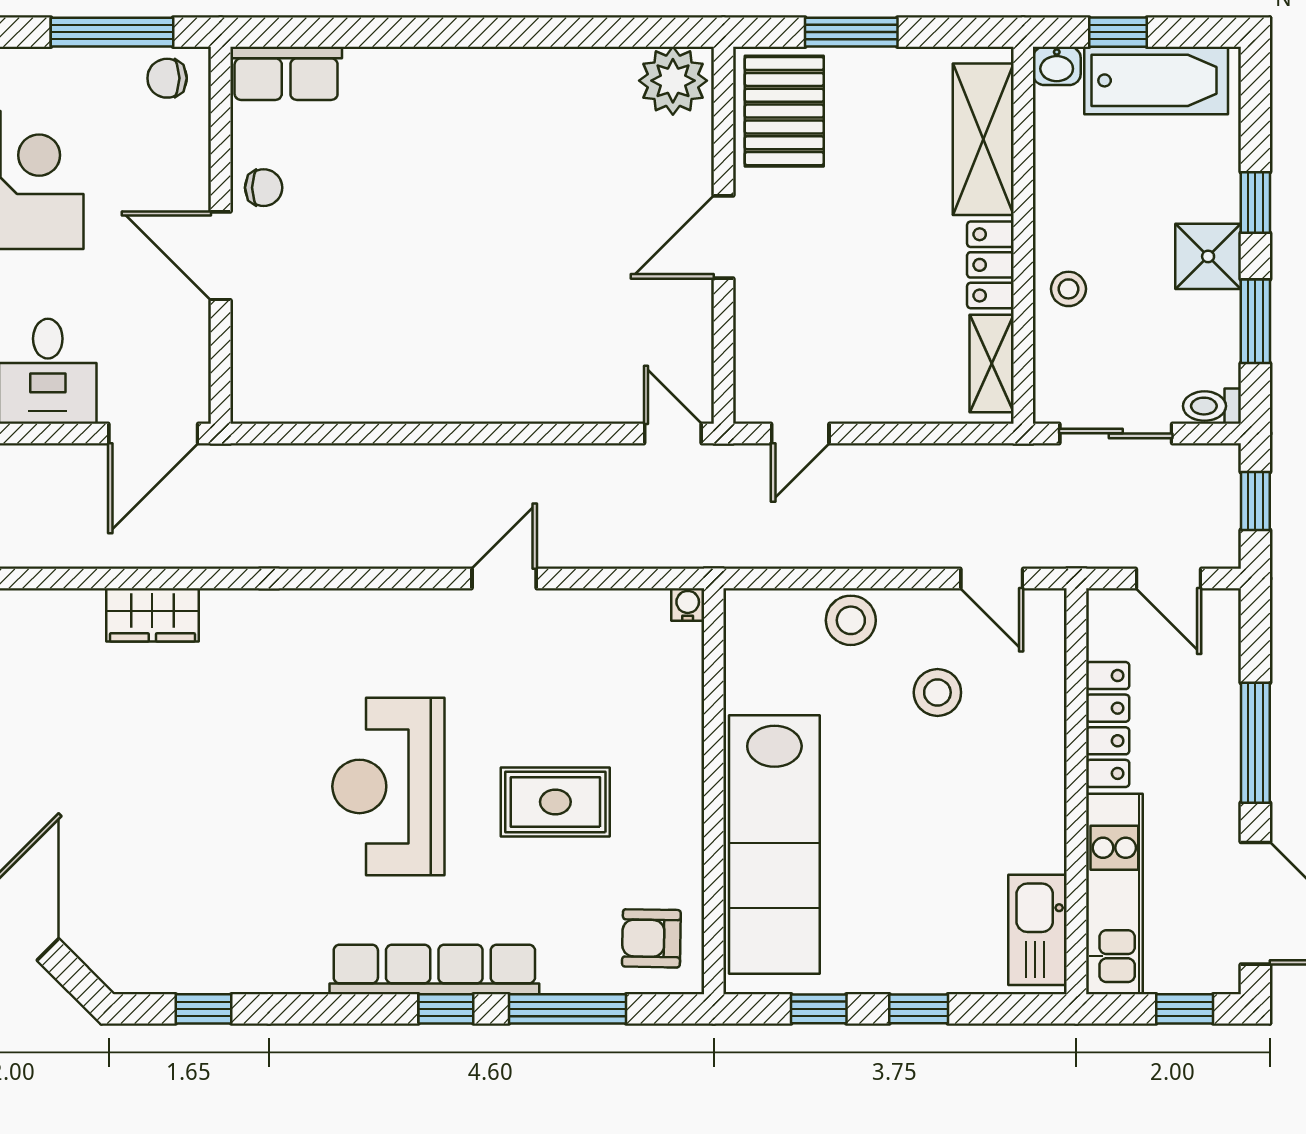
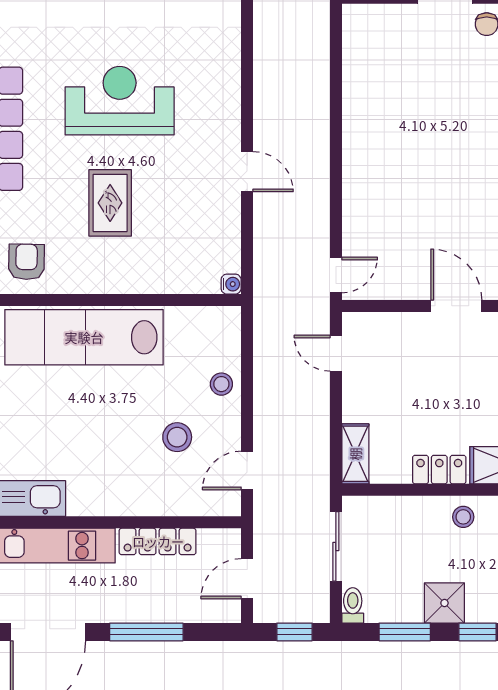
stool: (1068, 289) -> (463, 517), moved
shelving: (992, 364) -> (355, 454), moved, turned 90
stool: (851, 620) -> (221, 384), width x0.73, depth x0.73

